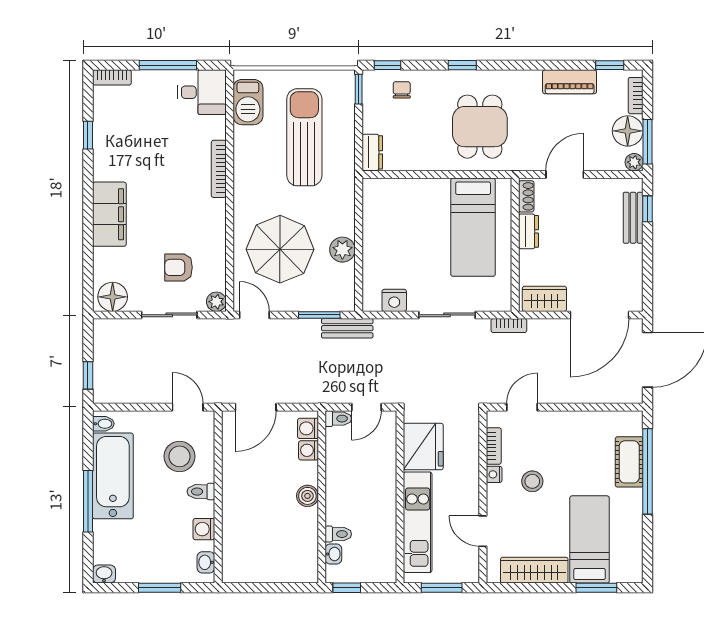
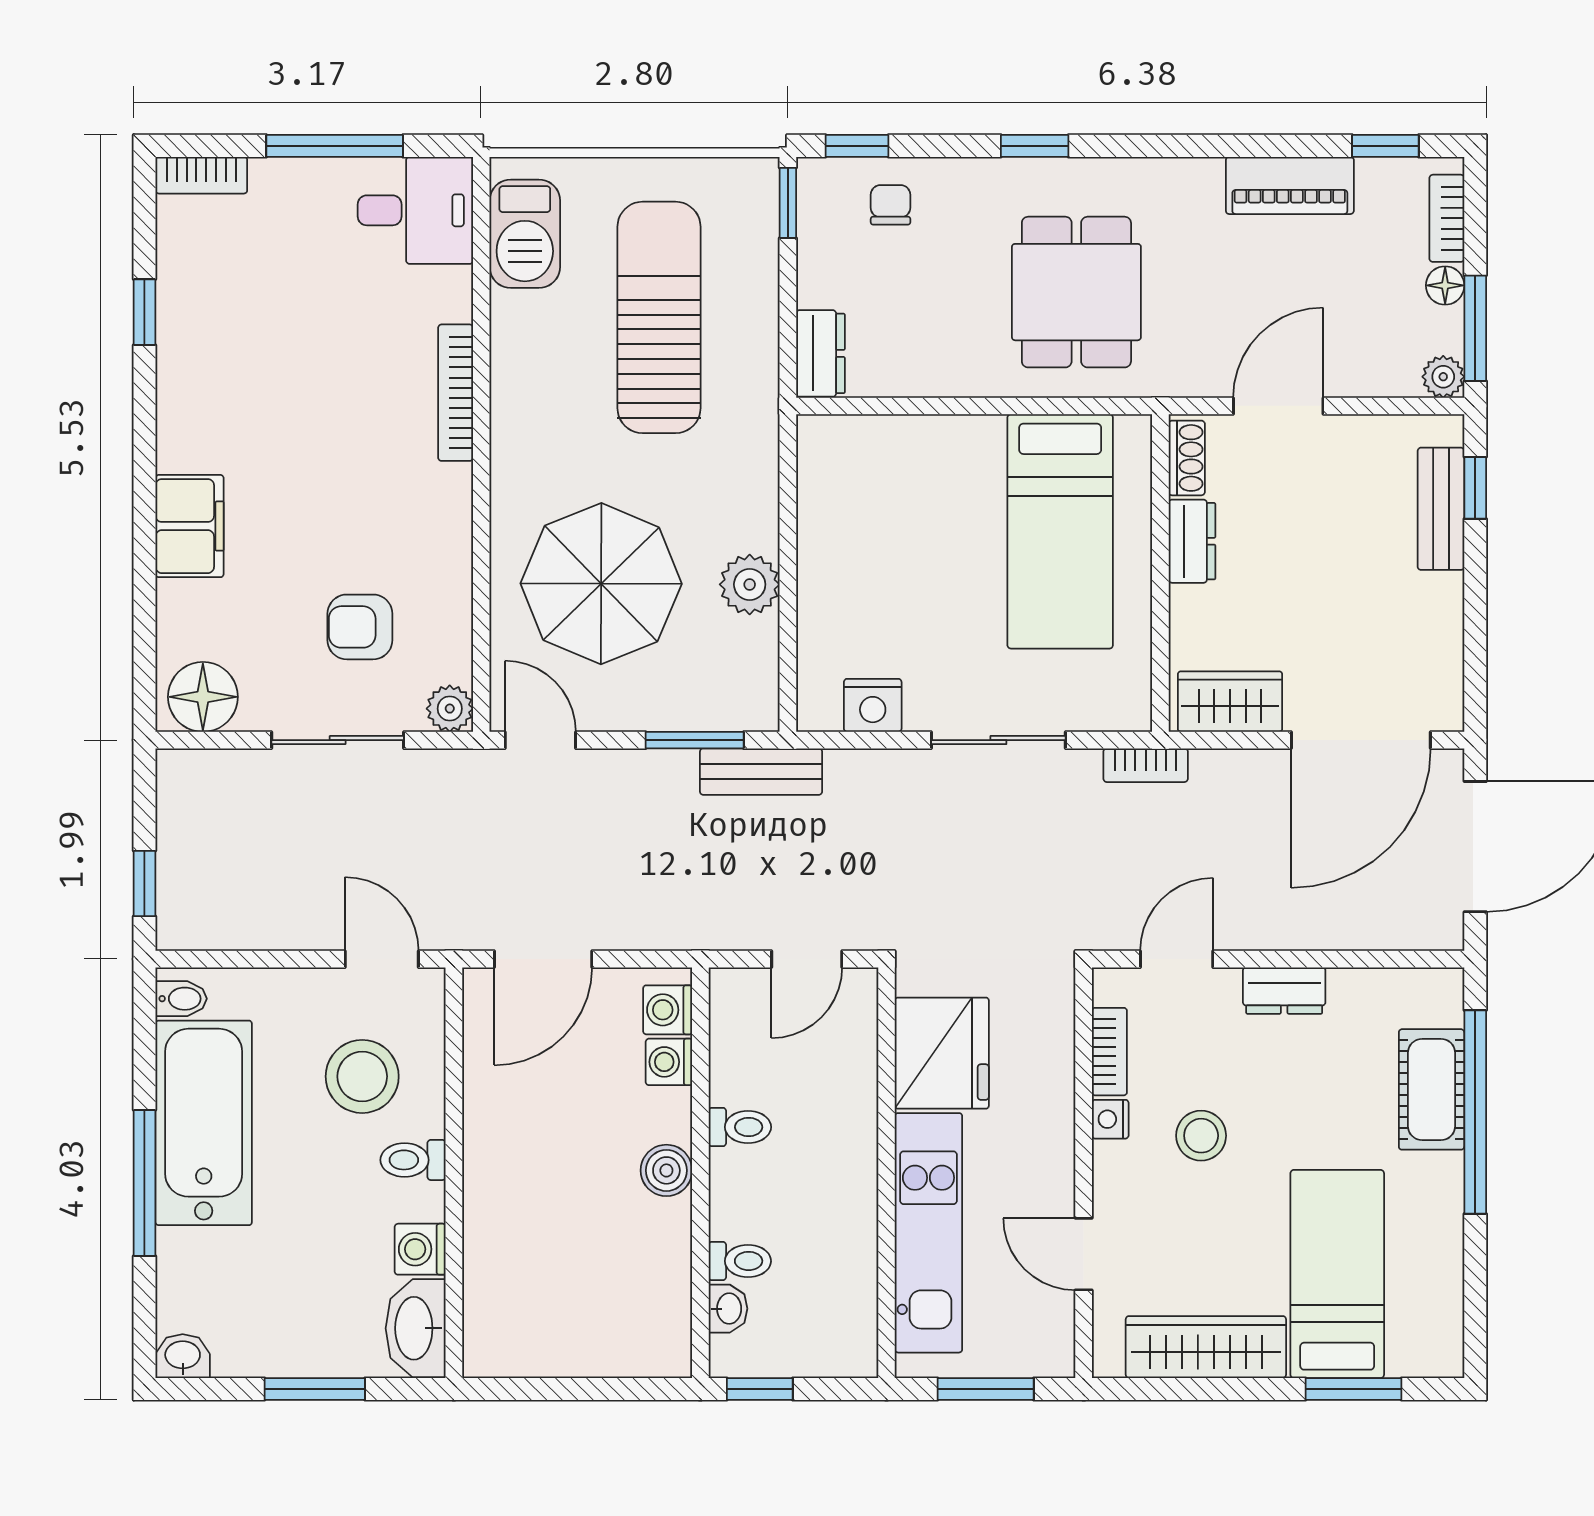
floor lamp: (628, 131) -> (1445, 285), width x0.53, depth x0.53
filing cabinet: (109, 214) -> (190, 526), width x0.67, depth x0.86
toilet: (338, 419) -> (740, 1127), moved
dresser: (567, 420) -> (1284, 991), added
washbasin: (206, 562) -> (416, 1328), width x1.91, depth x1.45

